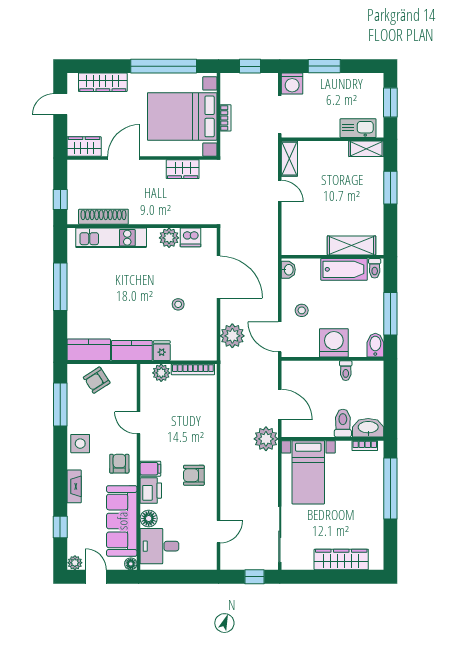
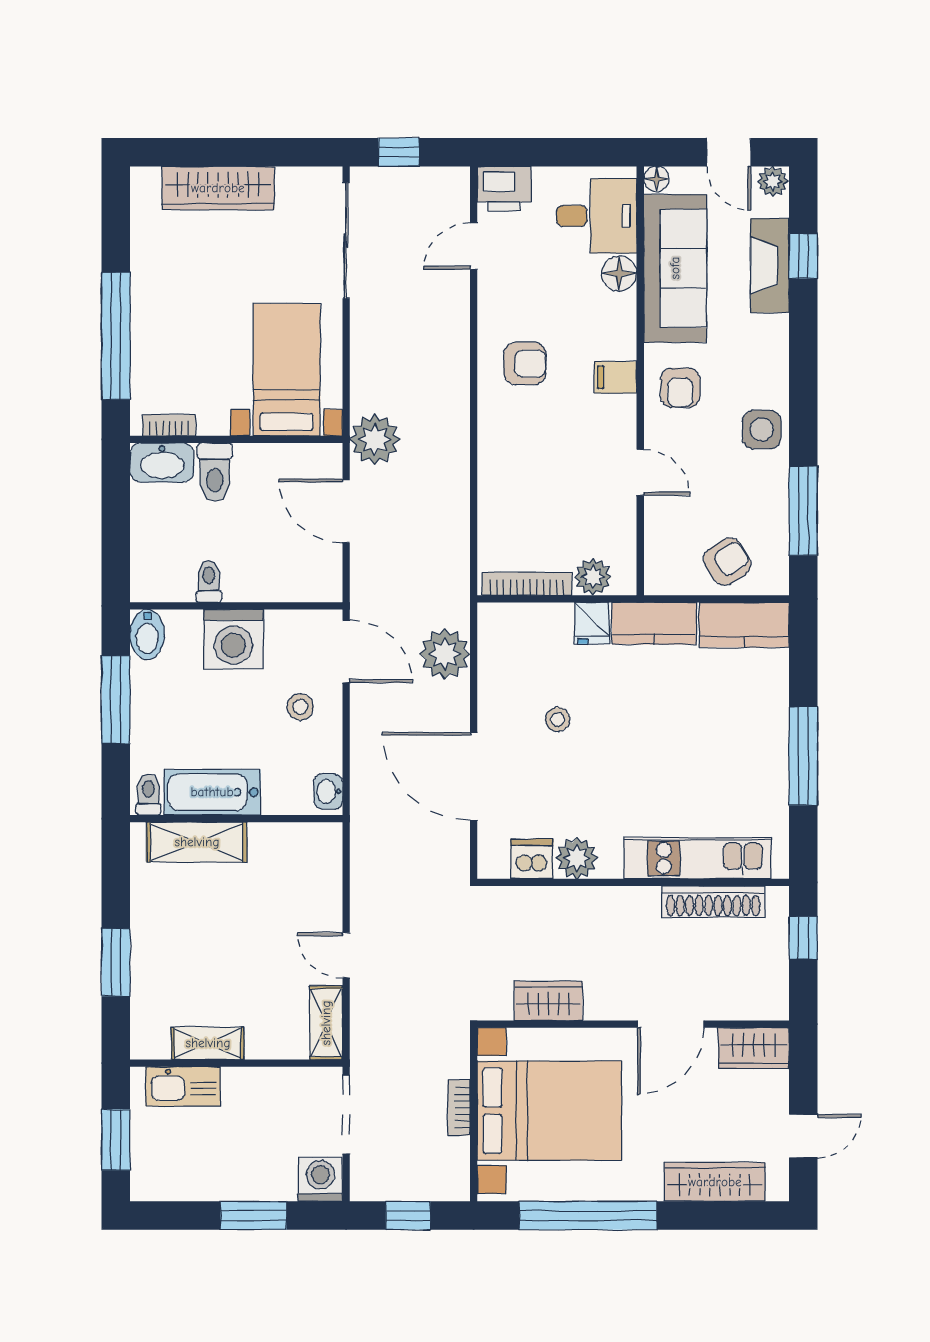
shelving: (366, 149) -> (208, 1043), moved
fireplace: (74, 486) -> (770, 266), moved, width x1.37, depth x1.32
printer: (151, 491) -> (504, 189), moved, turned -90

